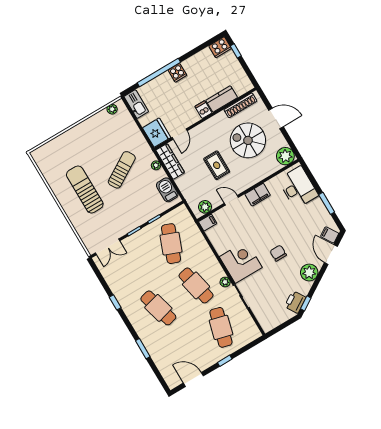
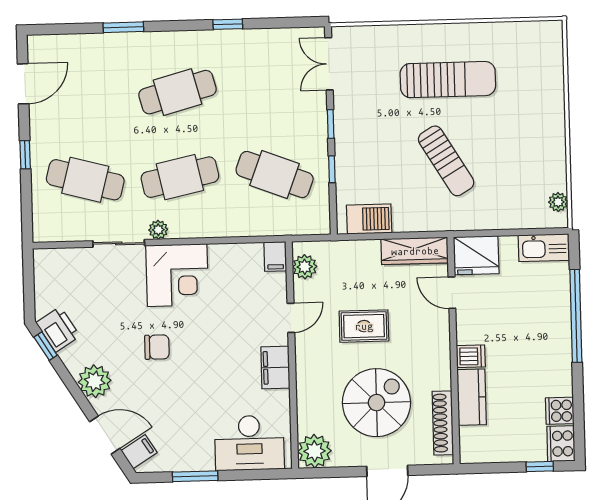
cooker: (177, 73) -> (560, 411), moved
plant: (156, 165) -> (421, 223), removed

